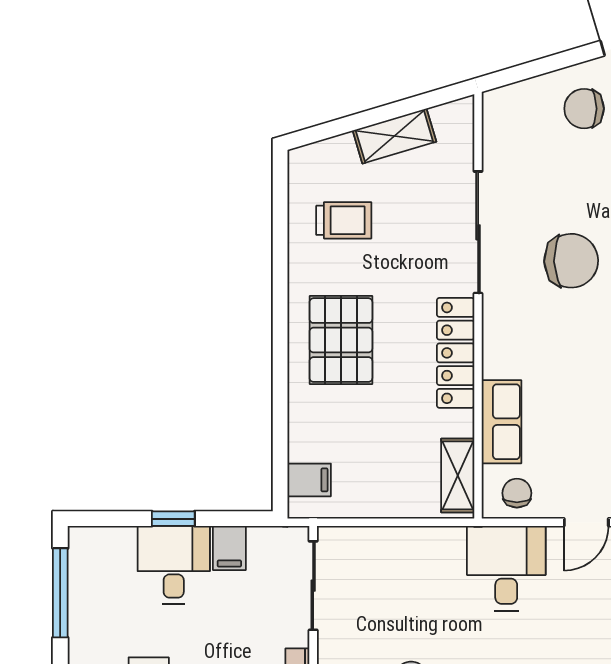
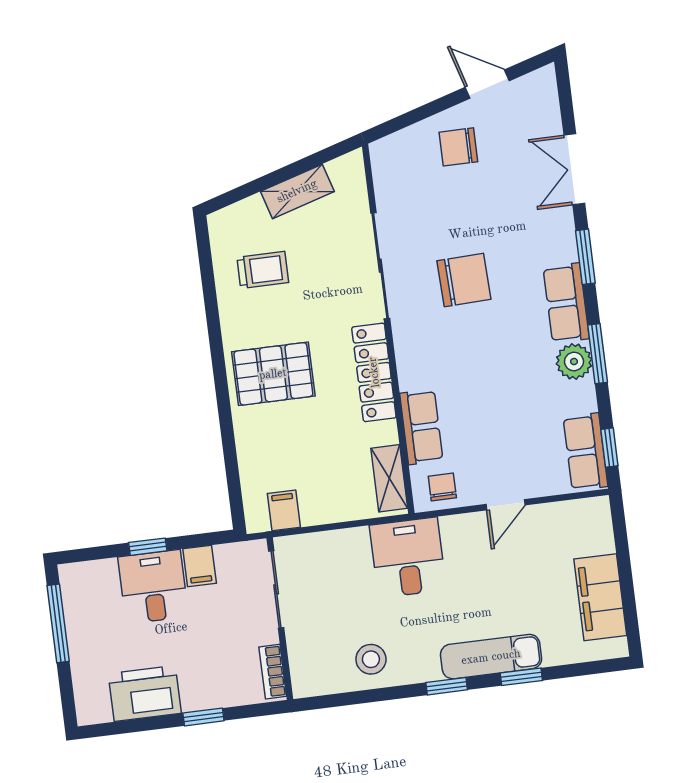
pallet: (341, 340) -> (273, 374), turned 90
filing cabinet: (309, 480) -> (284, 510), moved, turned -90
desk: (506, 568) -> (408, 558), moved

